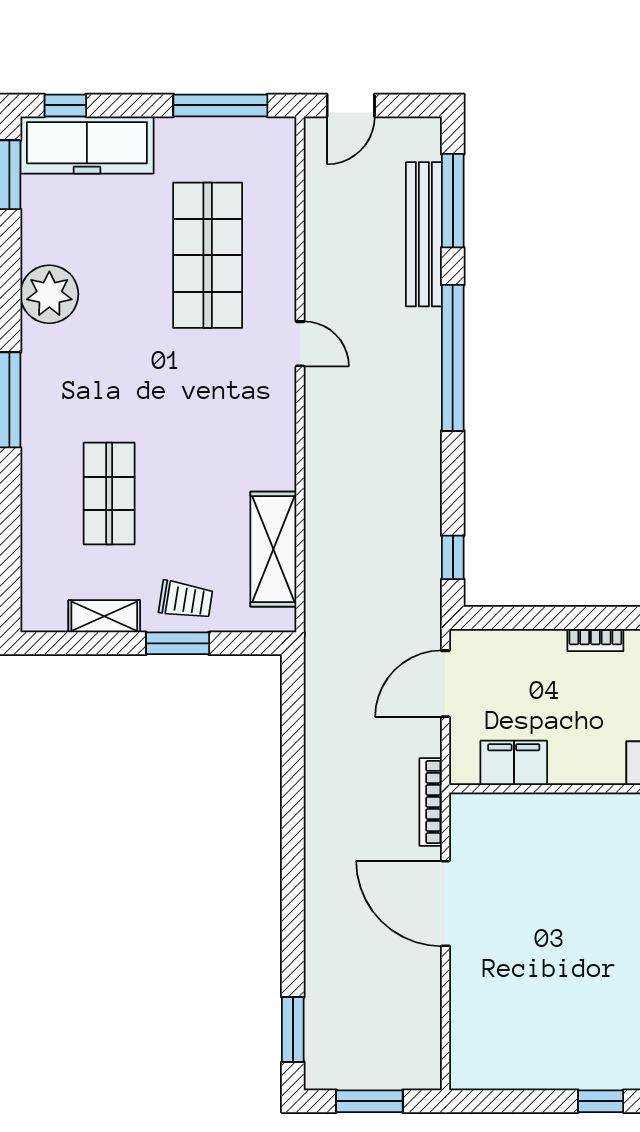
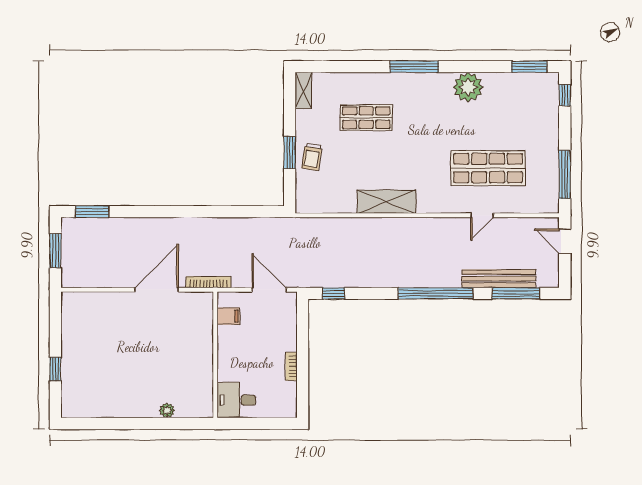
freezer: (87, 145) -> (544, 106), removed
door: (300, 344) -> (482, 215), moved
shelving: (273, 549) -> (387, 202), moved
shelving: (104, 616) -> (303, 91), moved
filing cabinet: (514, 763) -> (228, 316), width x0.50

